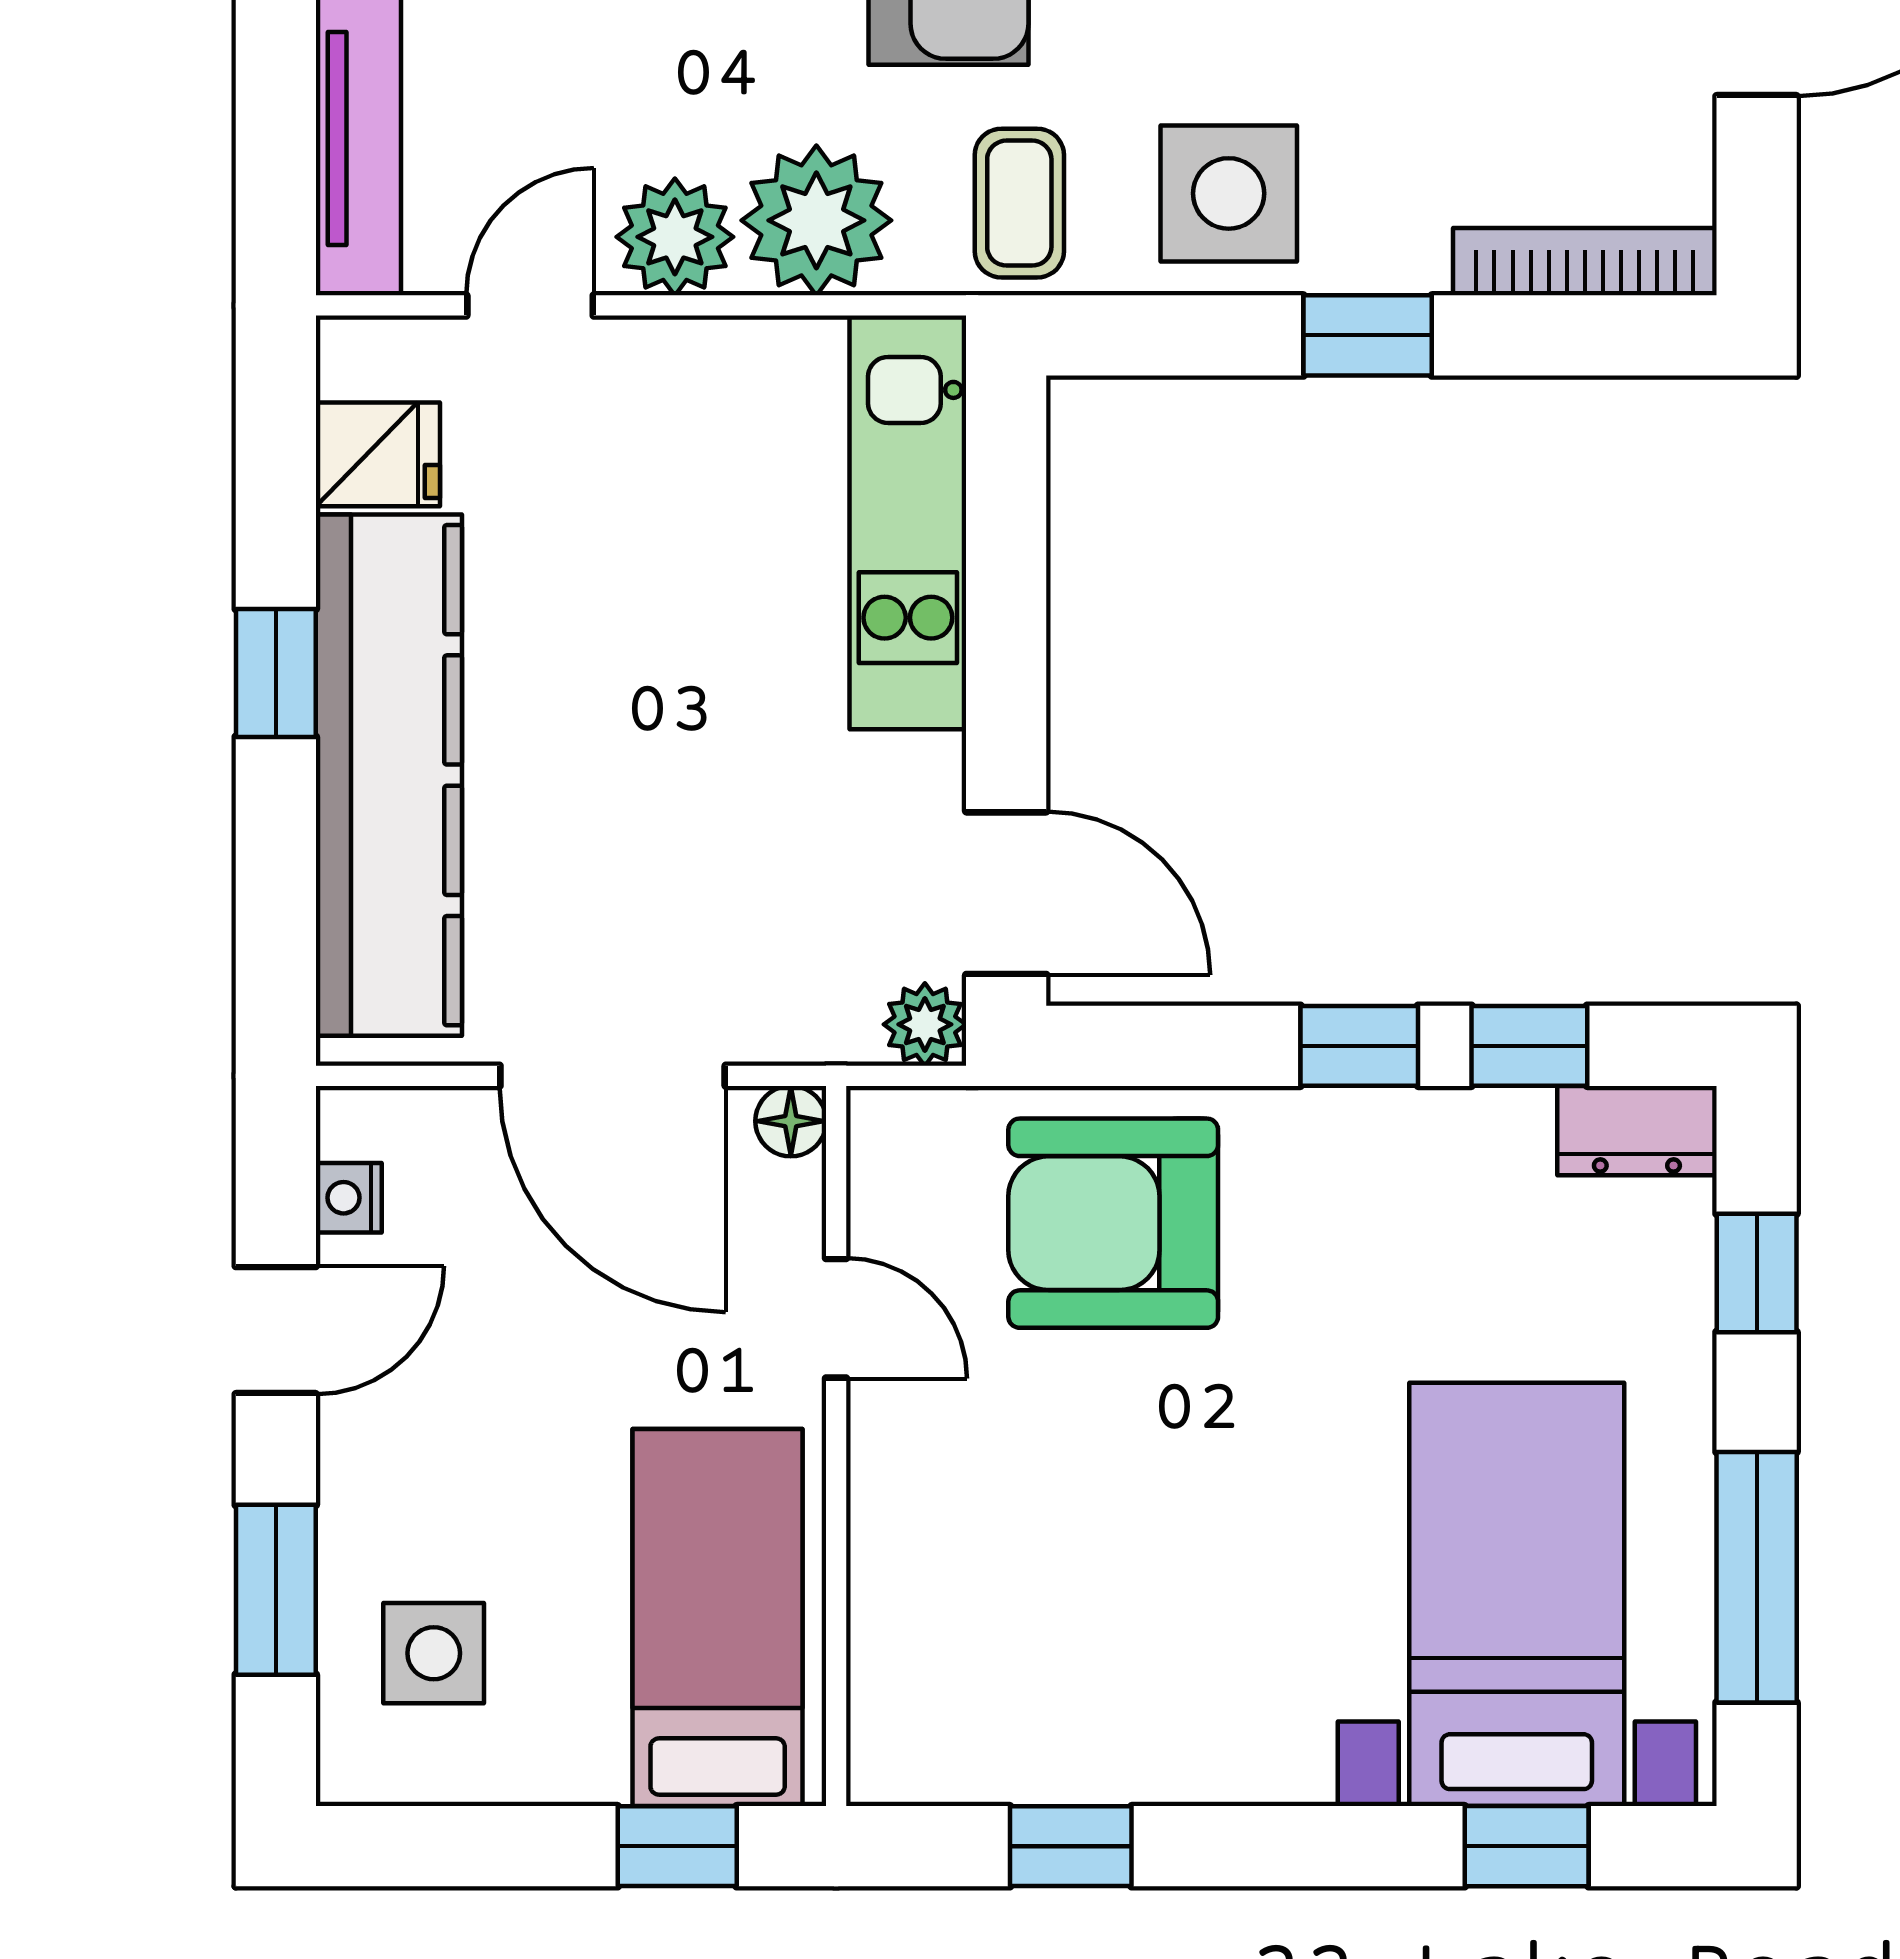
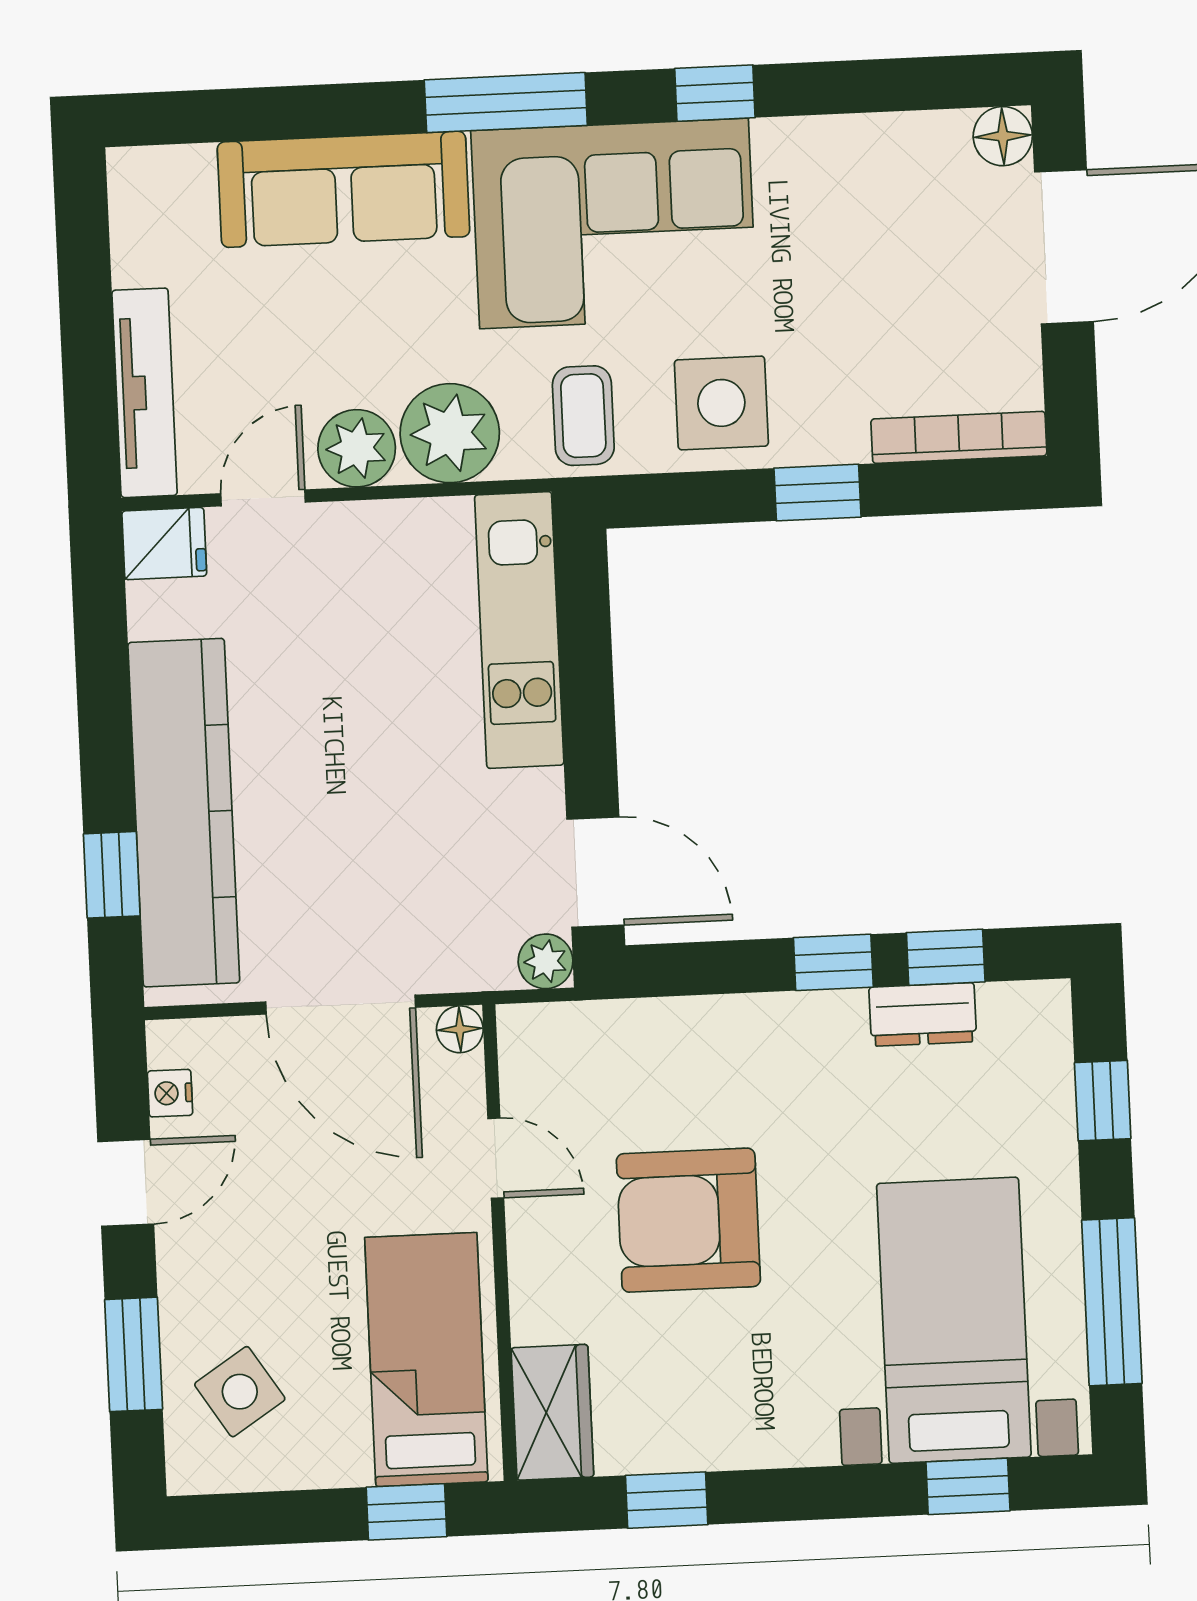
fridge: (378, 454) -> (164, 543), moved
window: (276, 673) -> (112, 875), moved
dresser: (1637, 1131) -> (923, 1014), moved
armchair: (1113, 1223) -> (688, 1220), moved
side table: (434, 1653) -> (240, 1392), turned -33
wardrobe: (904, 1706) -> (552, 1412), added

